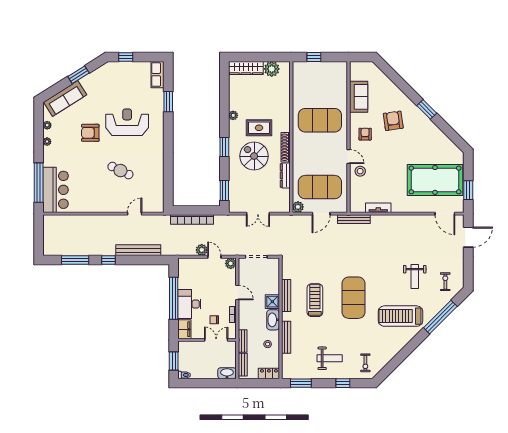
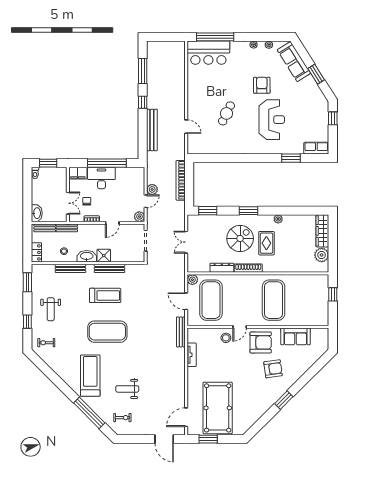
armchair: (365, 134) -> (261, 342), width x1.88, depth x1.88

